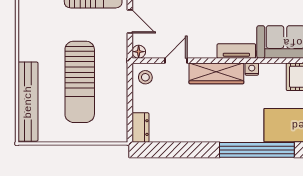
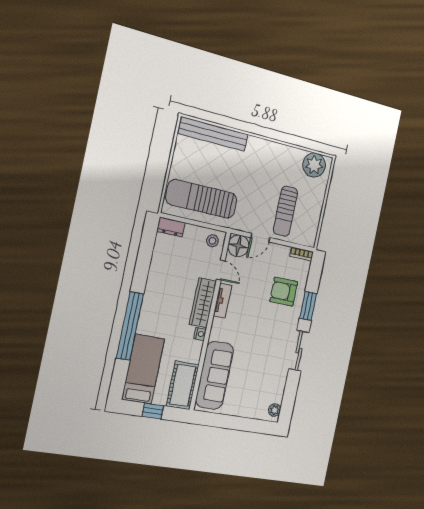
tv unit: (236, 51) -> (222, 301), moved
floor lamp: (139, 52) -> (238, 246), width x1.89, depth x1.89
sun lounger: (80, 82) -> (202, 199), moved

